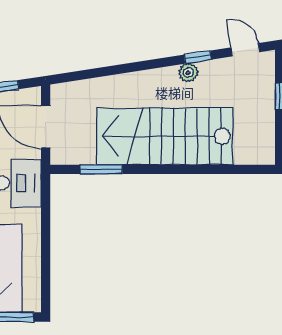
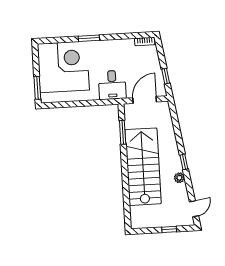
window: (198, 57) -> (184, 162), moved

